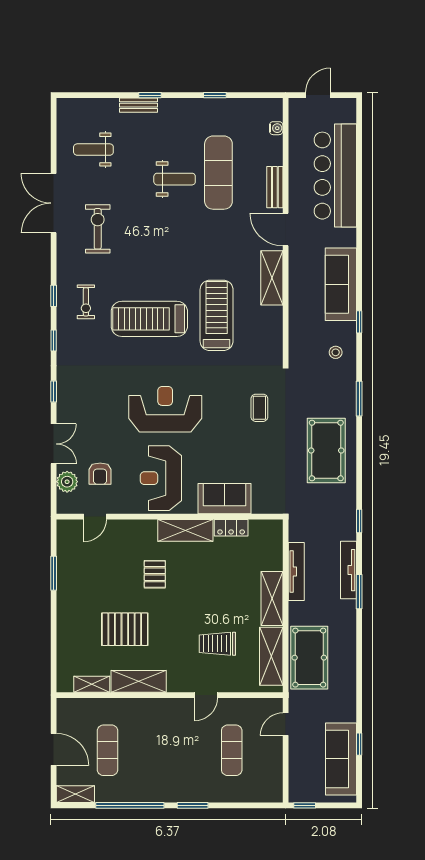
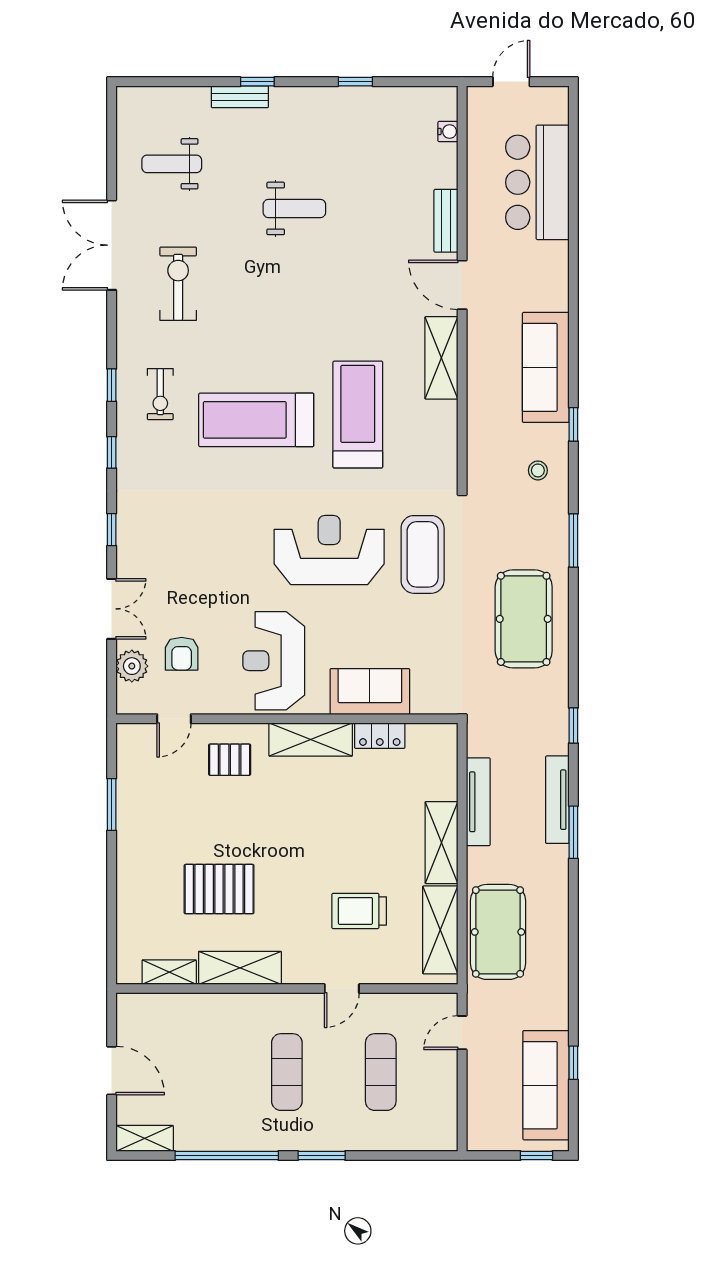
exercise mat: (218, 173) -> (361, 199), removed
bar counter: (335, 176) -> (537, 182), width x0.73
coffee table: (259, 408) -> (423, 554), width x1.86, depth x1.72
reception desk: (165, 409) -> (329, 550), moved
pallet: (155, 574) -> (230, 760), moved, turned 90
exercise mat: (108, 750) -> (287, 1072), moved
window: (305, 805) -> (536, 1155), moved

